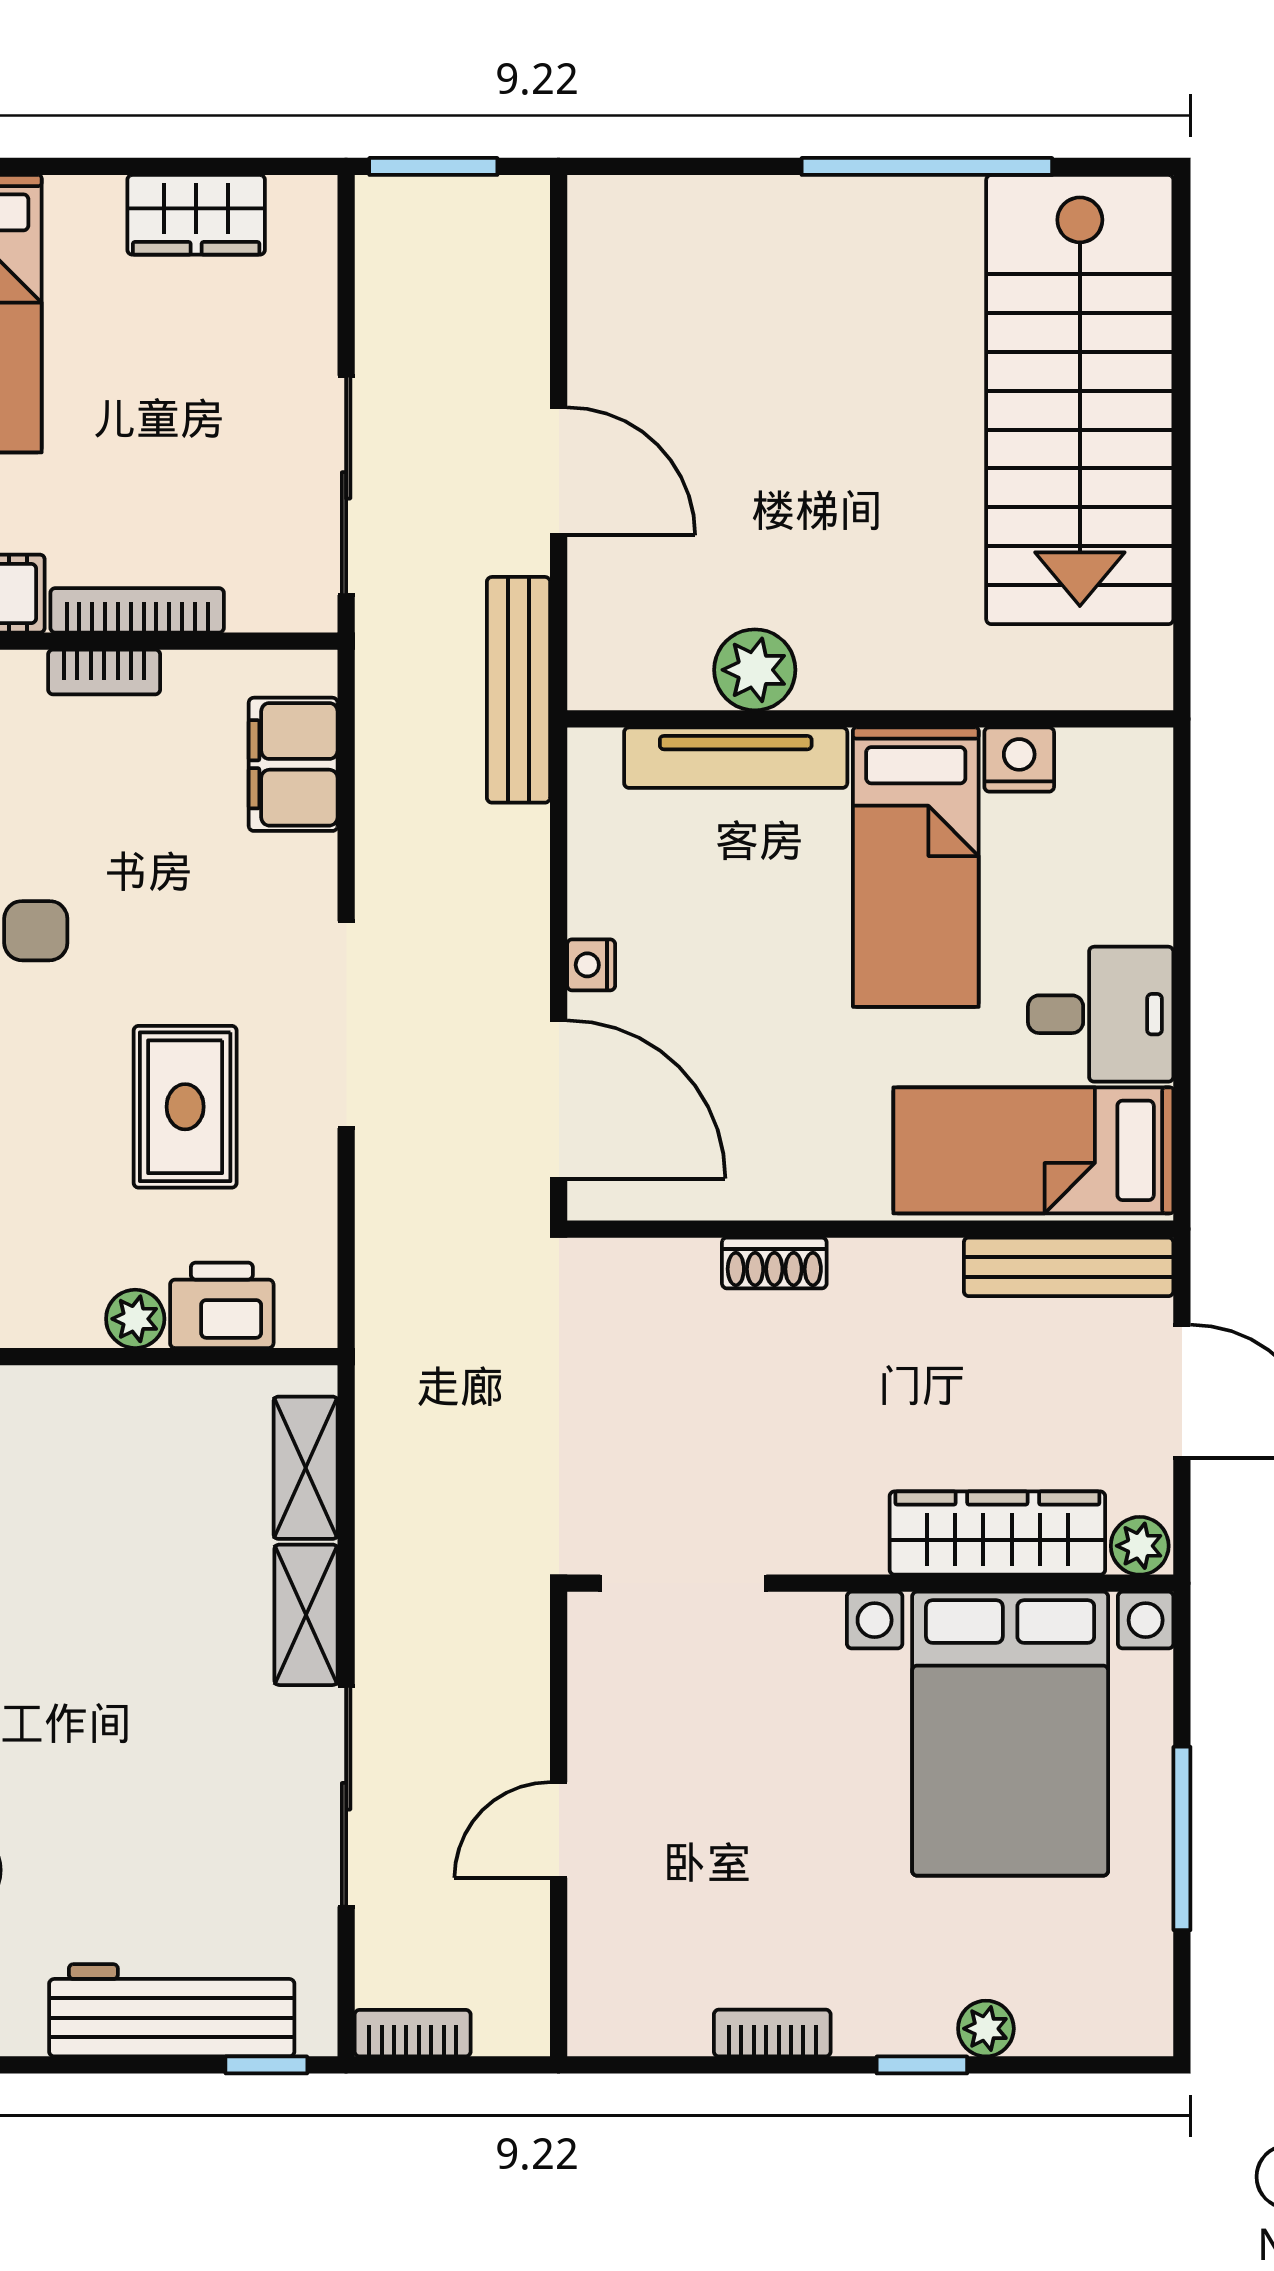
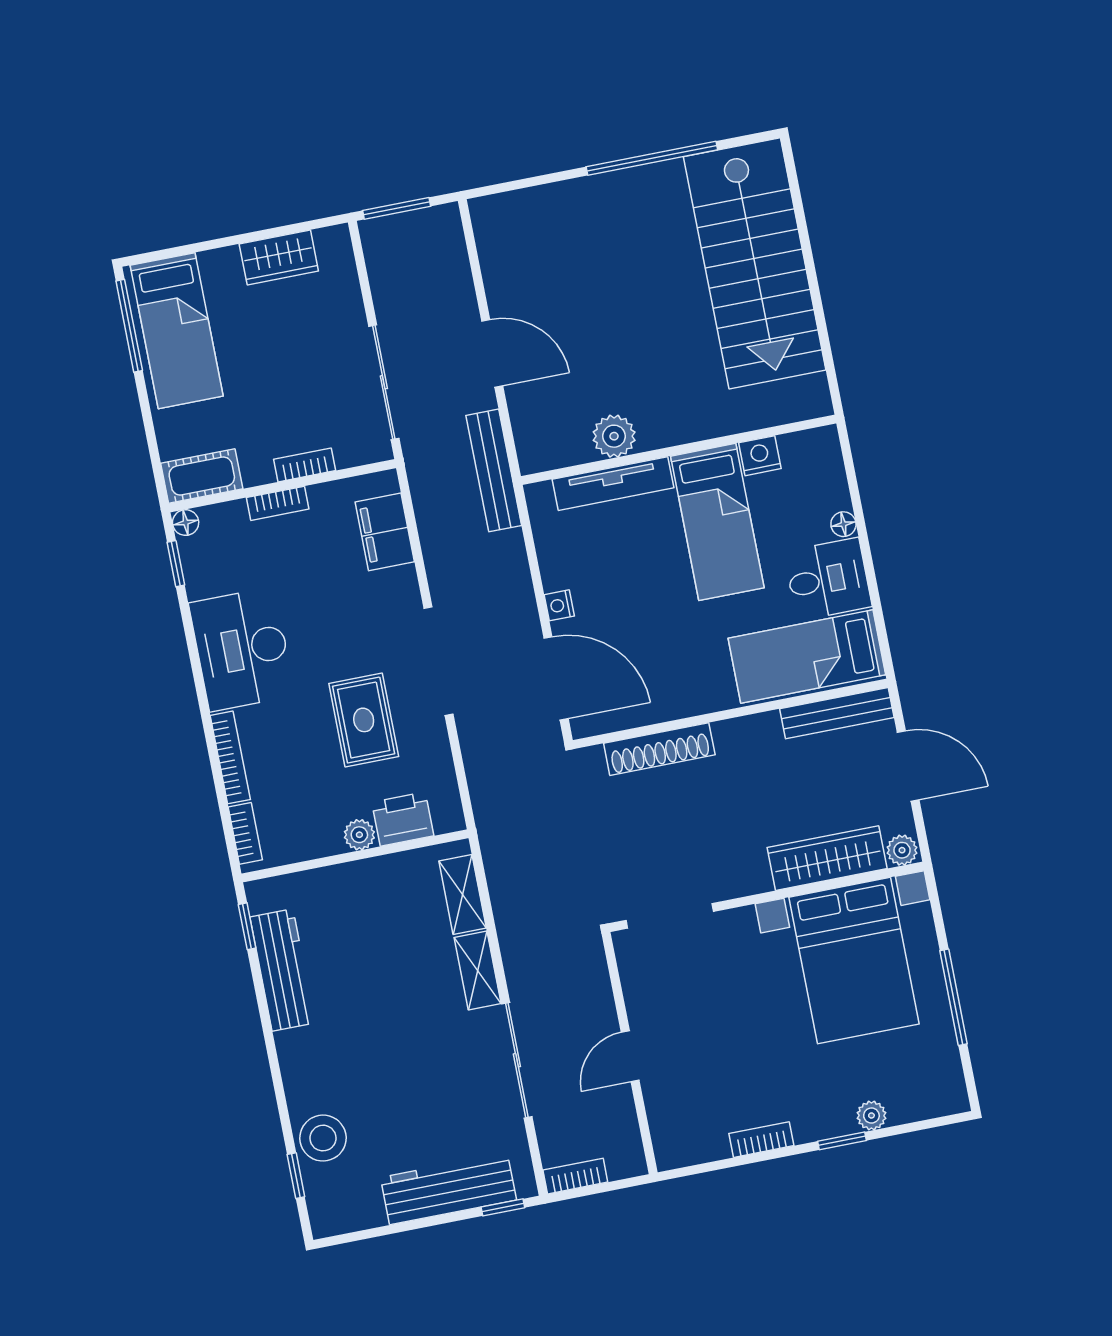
bookcase: (137, 610) -> (305, 465), width x0.64
floor lamp: (1150, 917) -> (843, 524), added
shoe rack: (774, 1263) -> (659, 749), width x1.94, depth x1.24

